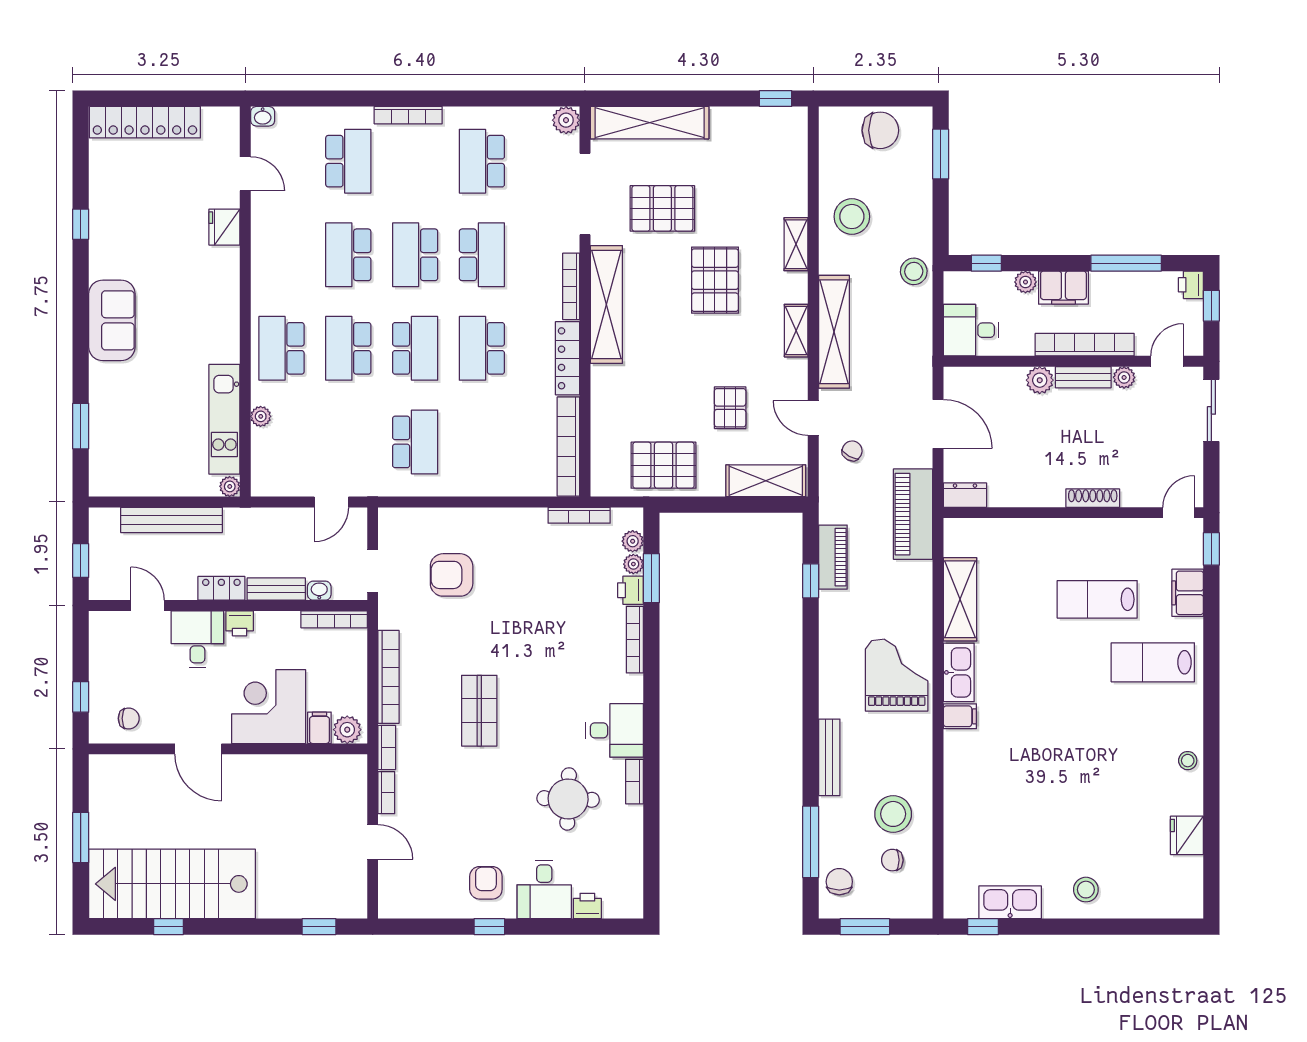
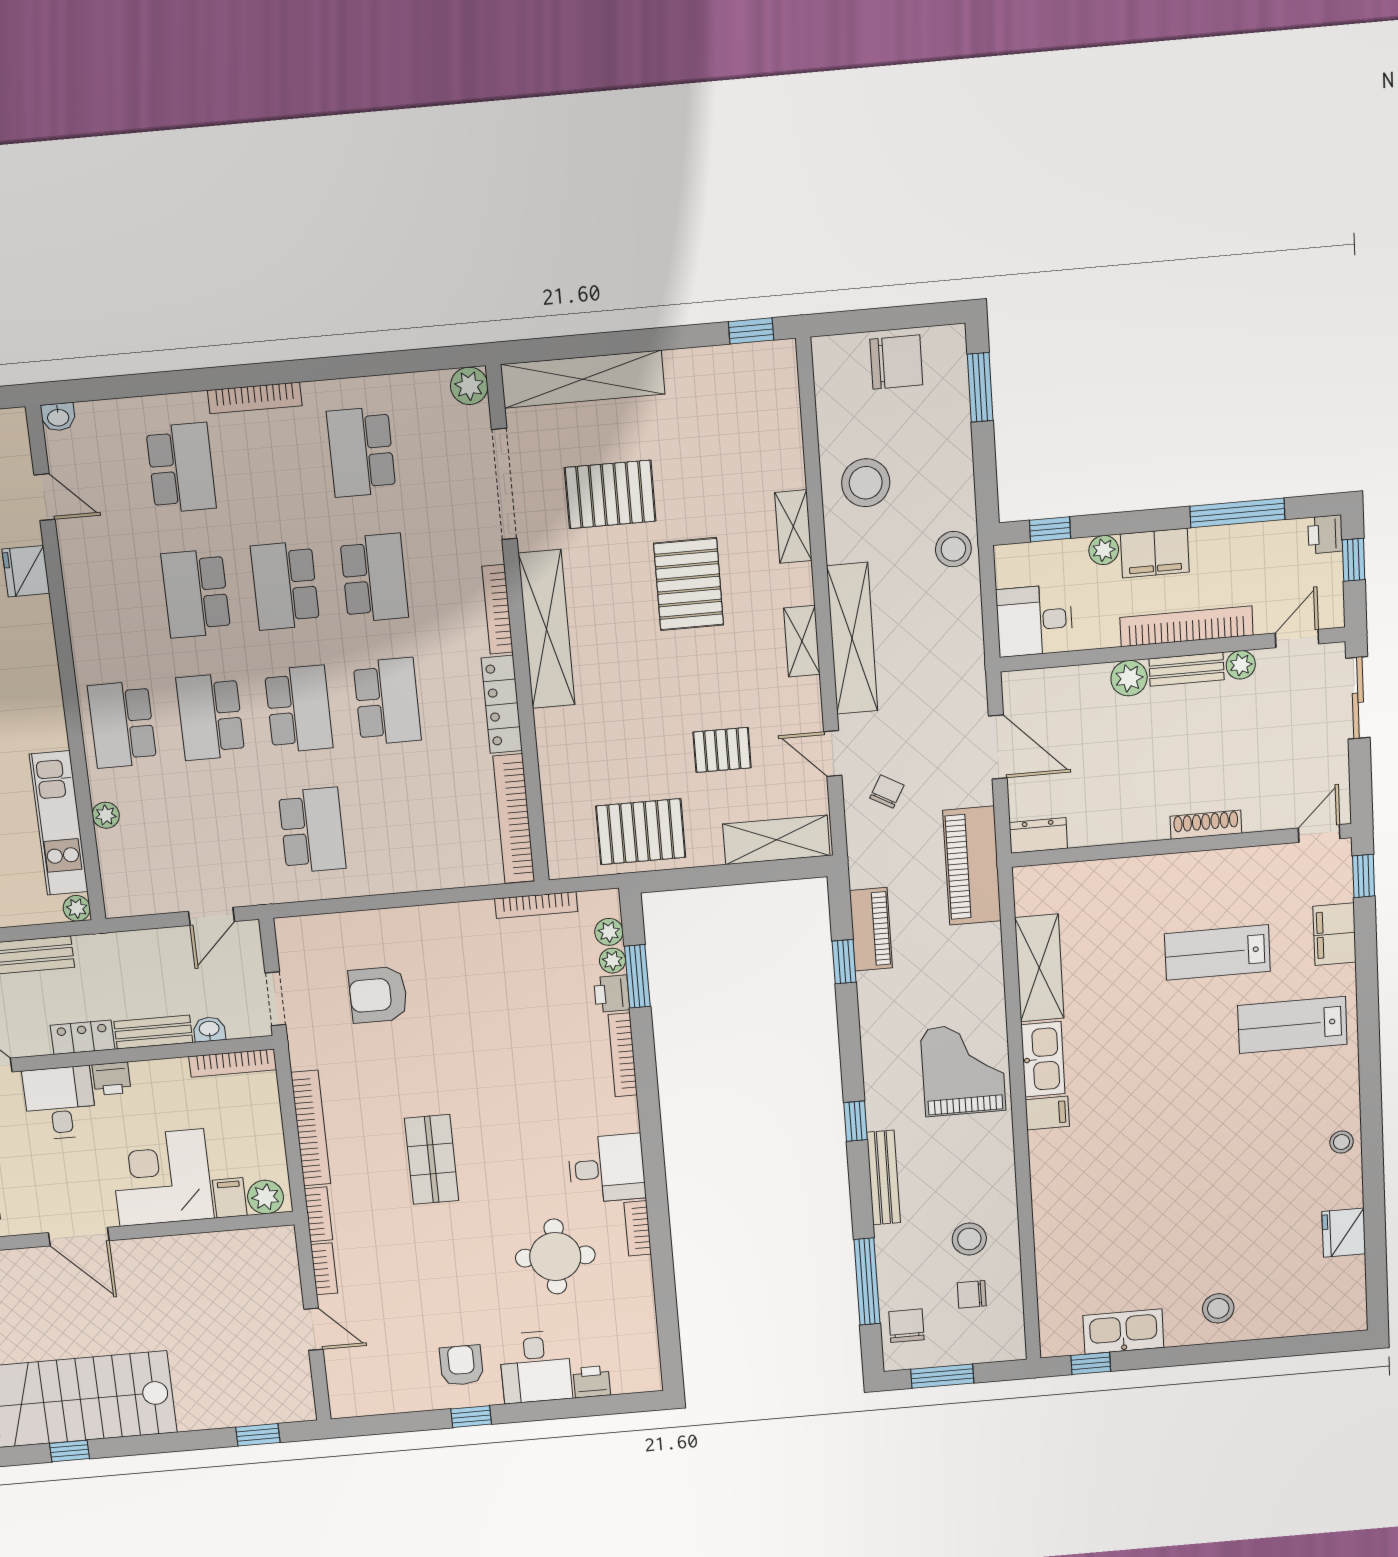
school desk: (482, 348) -> (387, 701), turned 180
pallet: (730, 408) -> (722, 750), turned 90
window: (811, 709) -> (855, 1121), added
stool: (893, 814) -> (969, 1239), width x0.73, depth x0.73

